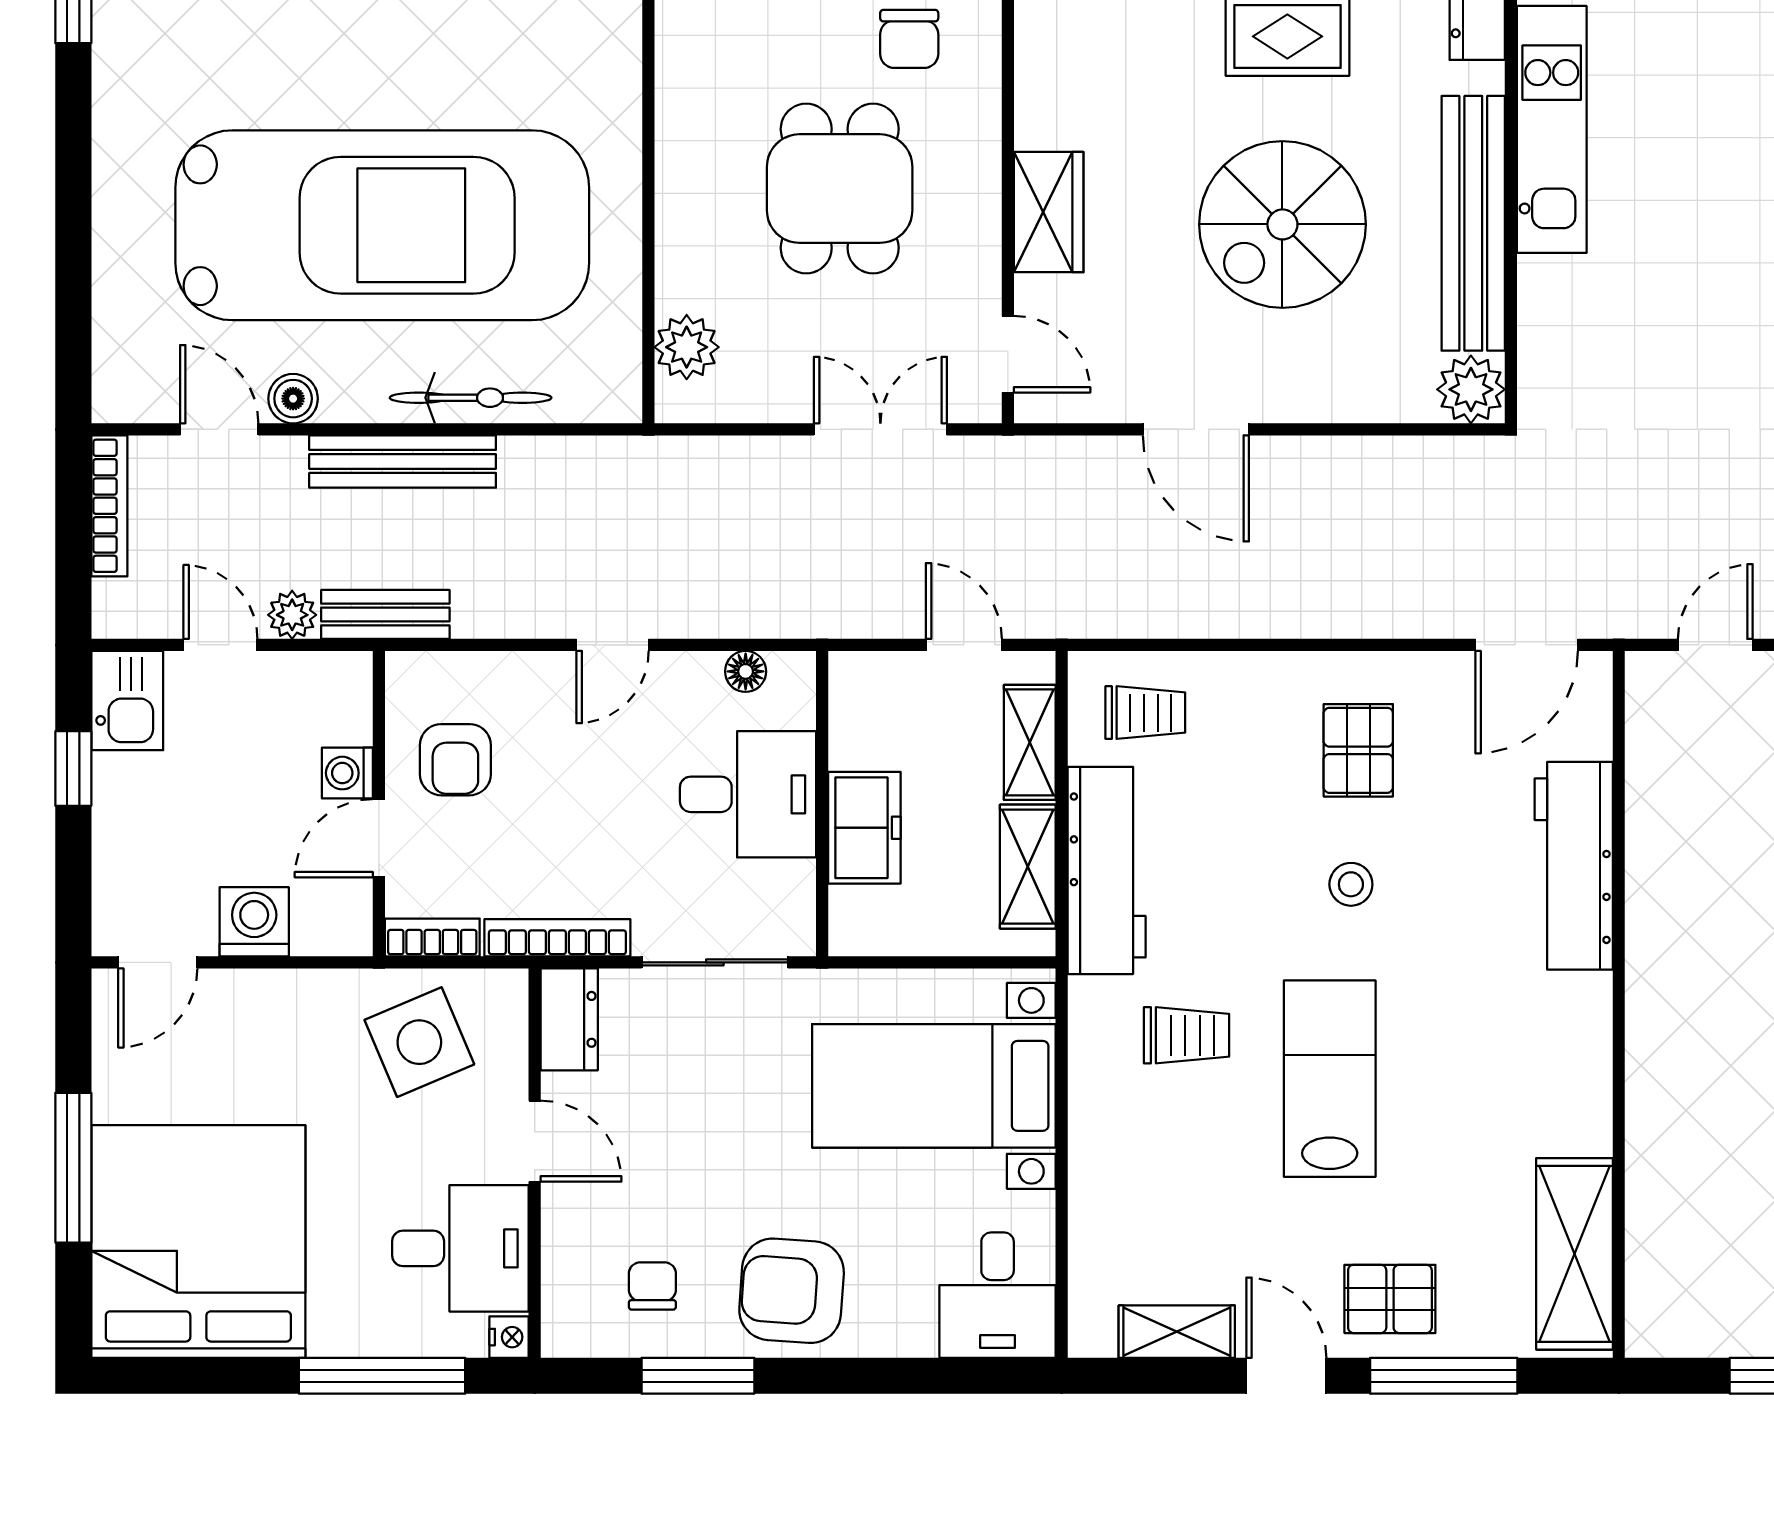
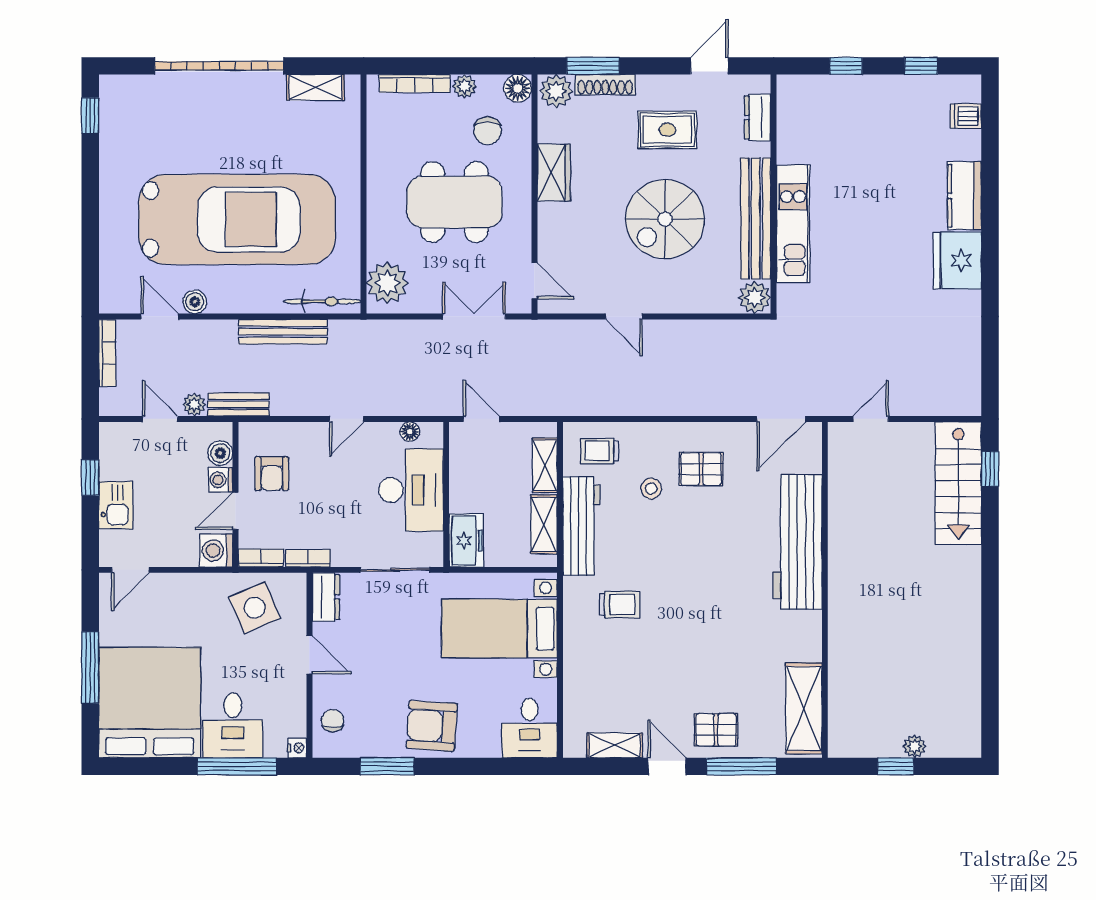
kitchen unit: (1552, 129) -> (793, 224), moved
dining table: (840, 189) -> (454, 202), width x1.38
wardrobe: (1049, 212) -> (554, 173), moved
plant: (687, 347) -> (387, 283), width x1.36, depth x1.36
bicycle: (471, 398) -> (322, 301), moved
door: (1196, 429) -> (624, 316), width x0.73
bench: (403, 461) -> (283, 332), moved
door: (964, 645) -> (481, 419), moved
kitchen sink: (127, 701) -> (116, 505), moved
trolley: (1145, 713) -> (600, 451), turned 180
boiler: (347, 717) -> (220, 453), added
pallet: (1358, 750) -> (701, 469), turned 90
desk: (748, 794) -> (411, 490), width x1.37
freezer: (864, 828) -> (466, 540), moved
workbench: (1574, 866) -> (797, 542), width x1.36, depth x1.32
stool: (1351, 884) -> (651, 488), moved
washing machine: (254, 922) -> (216, 551), moved, turned -90
bookcase: (557, 938) -> (308, 558), width x0.64
lab bench: (1330, 1079) -> (687, 625), removed
desk: (460, 1248) -> (233, 725), moved, turned 90
chair: (652, 1286) -> (333, 721), moved

